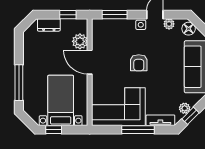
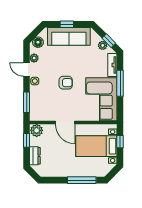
plant: (80, 41) -> (37, 130), moved
door: (90, 62) -> (65, 123), hinge flipped
window: (54, 130) -> (120, 142), moved

